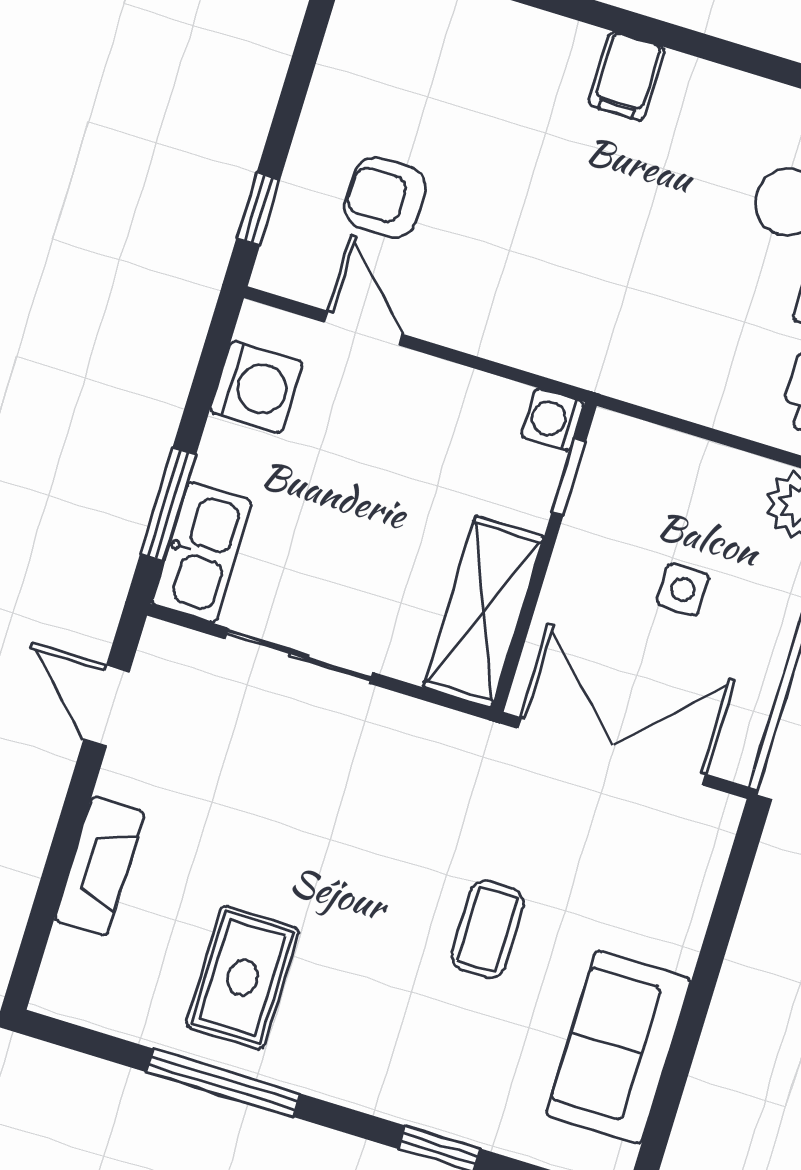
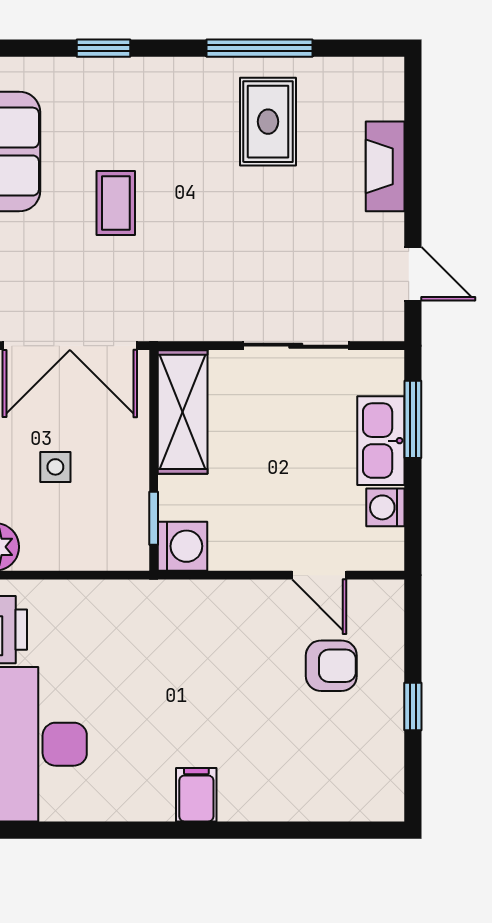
window: (258, 209) -> (413, 707), moved
washing machine: (256, 387) -> (385, 507), width x0.73, depth x0.73
washing machine: (553, 420) -> (182, 546), width x1.38, depth x1.38
kitchen sink: (202, 552) -> (381, 441), moved

